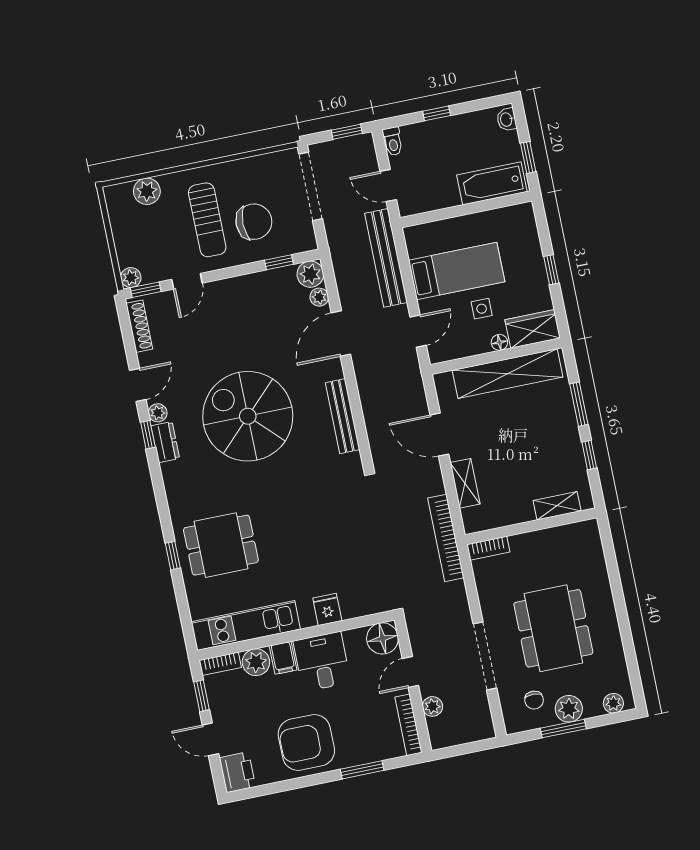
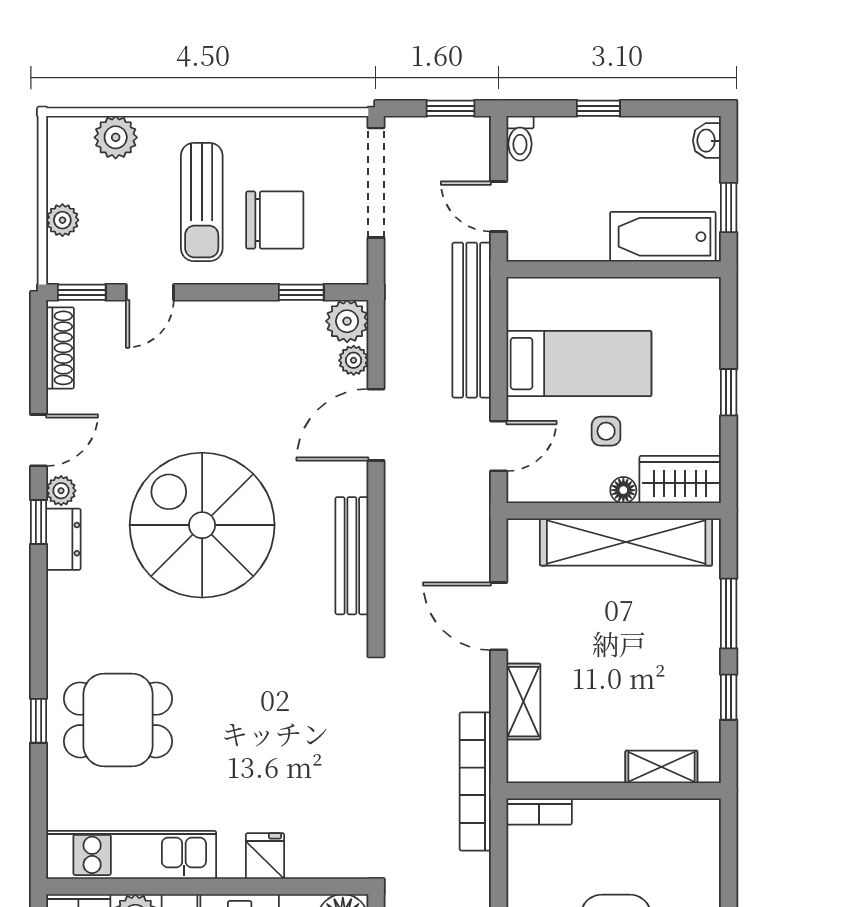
plant: (131, 278) -> (62, 220), moved

